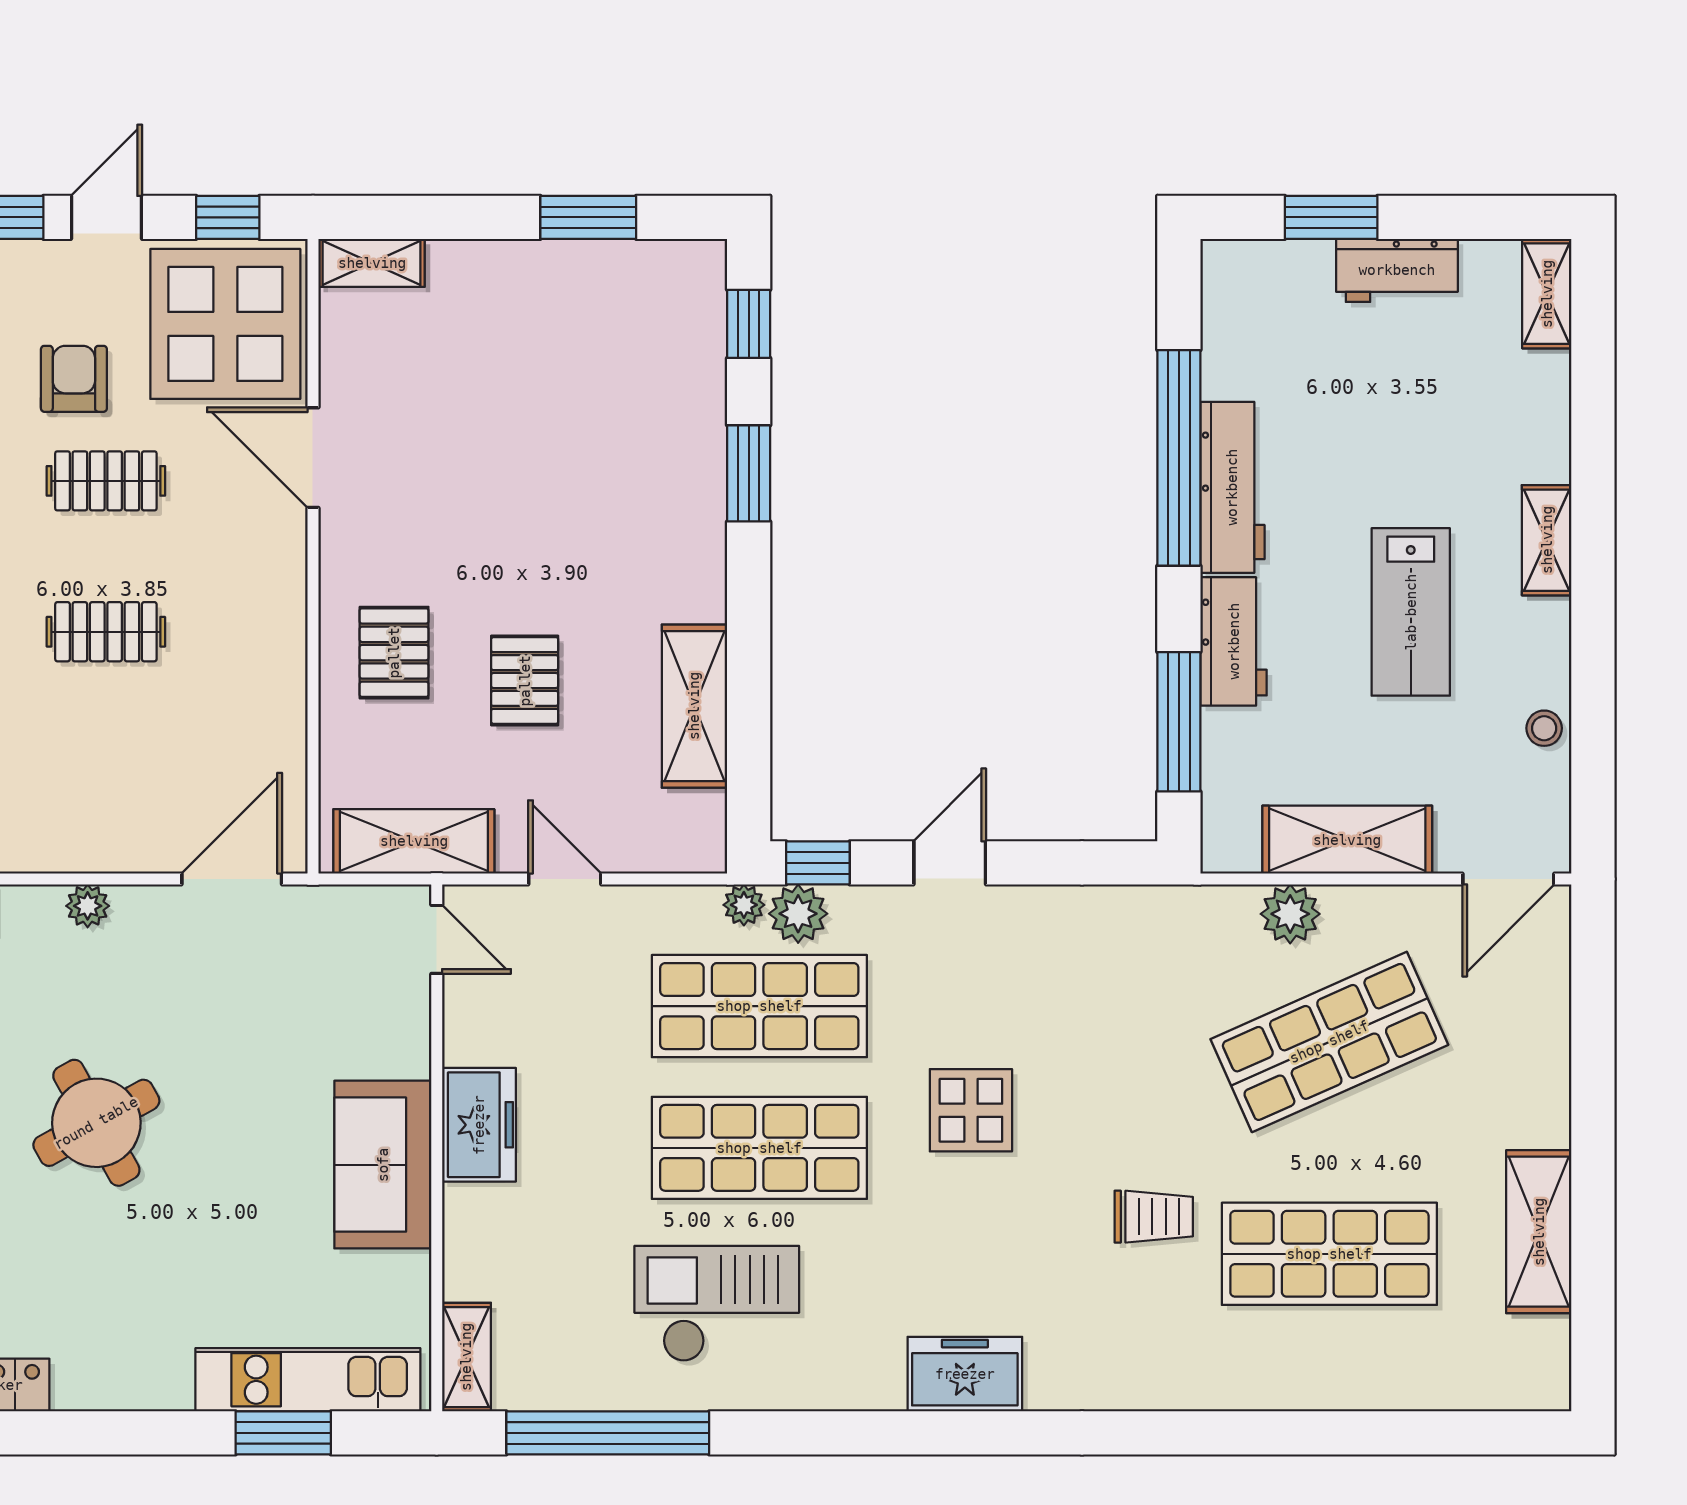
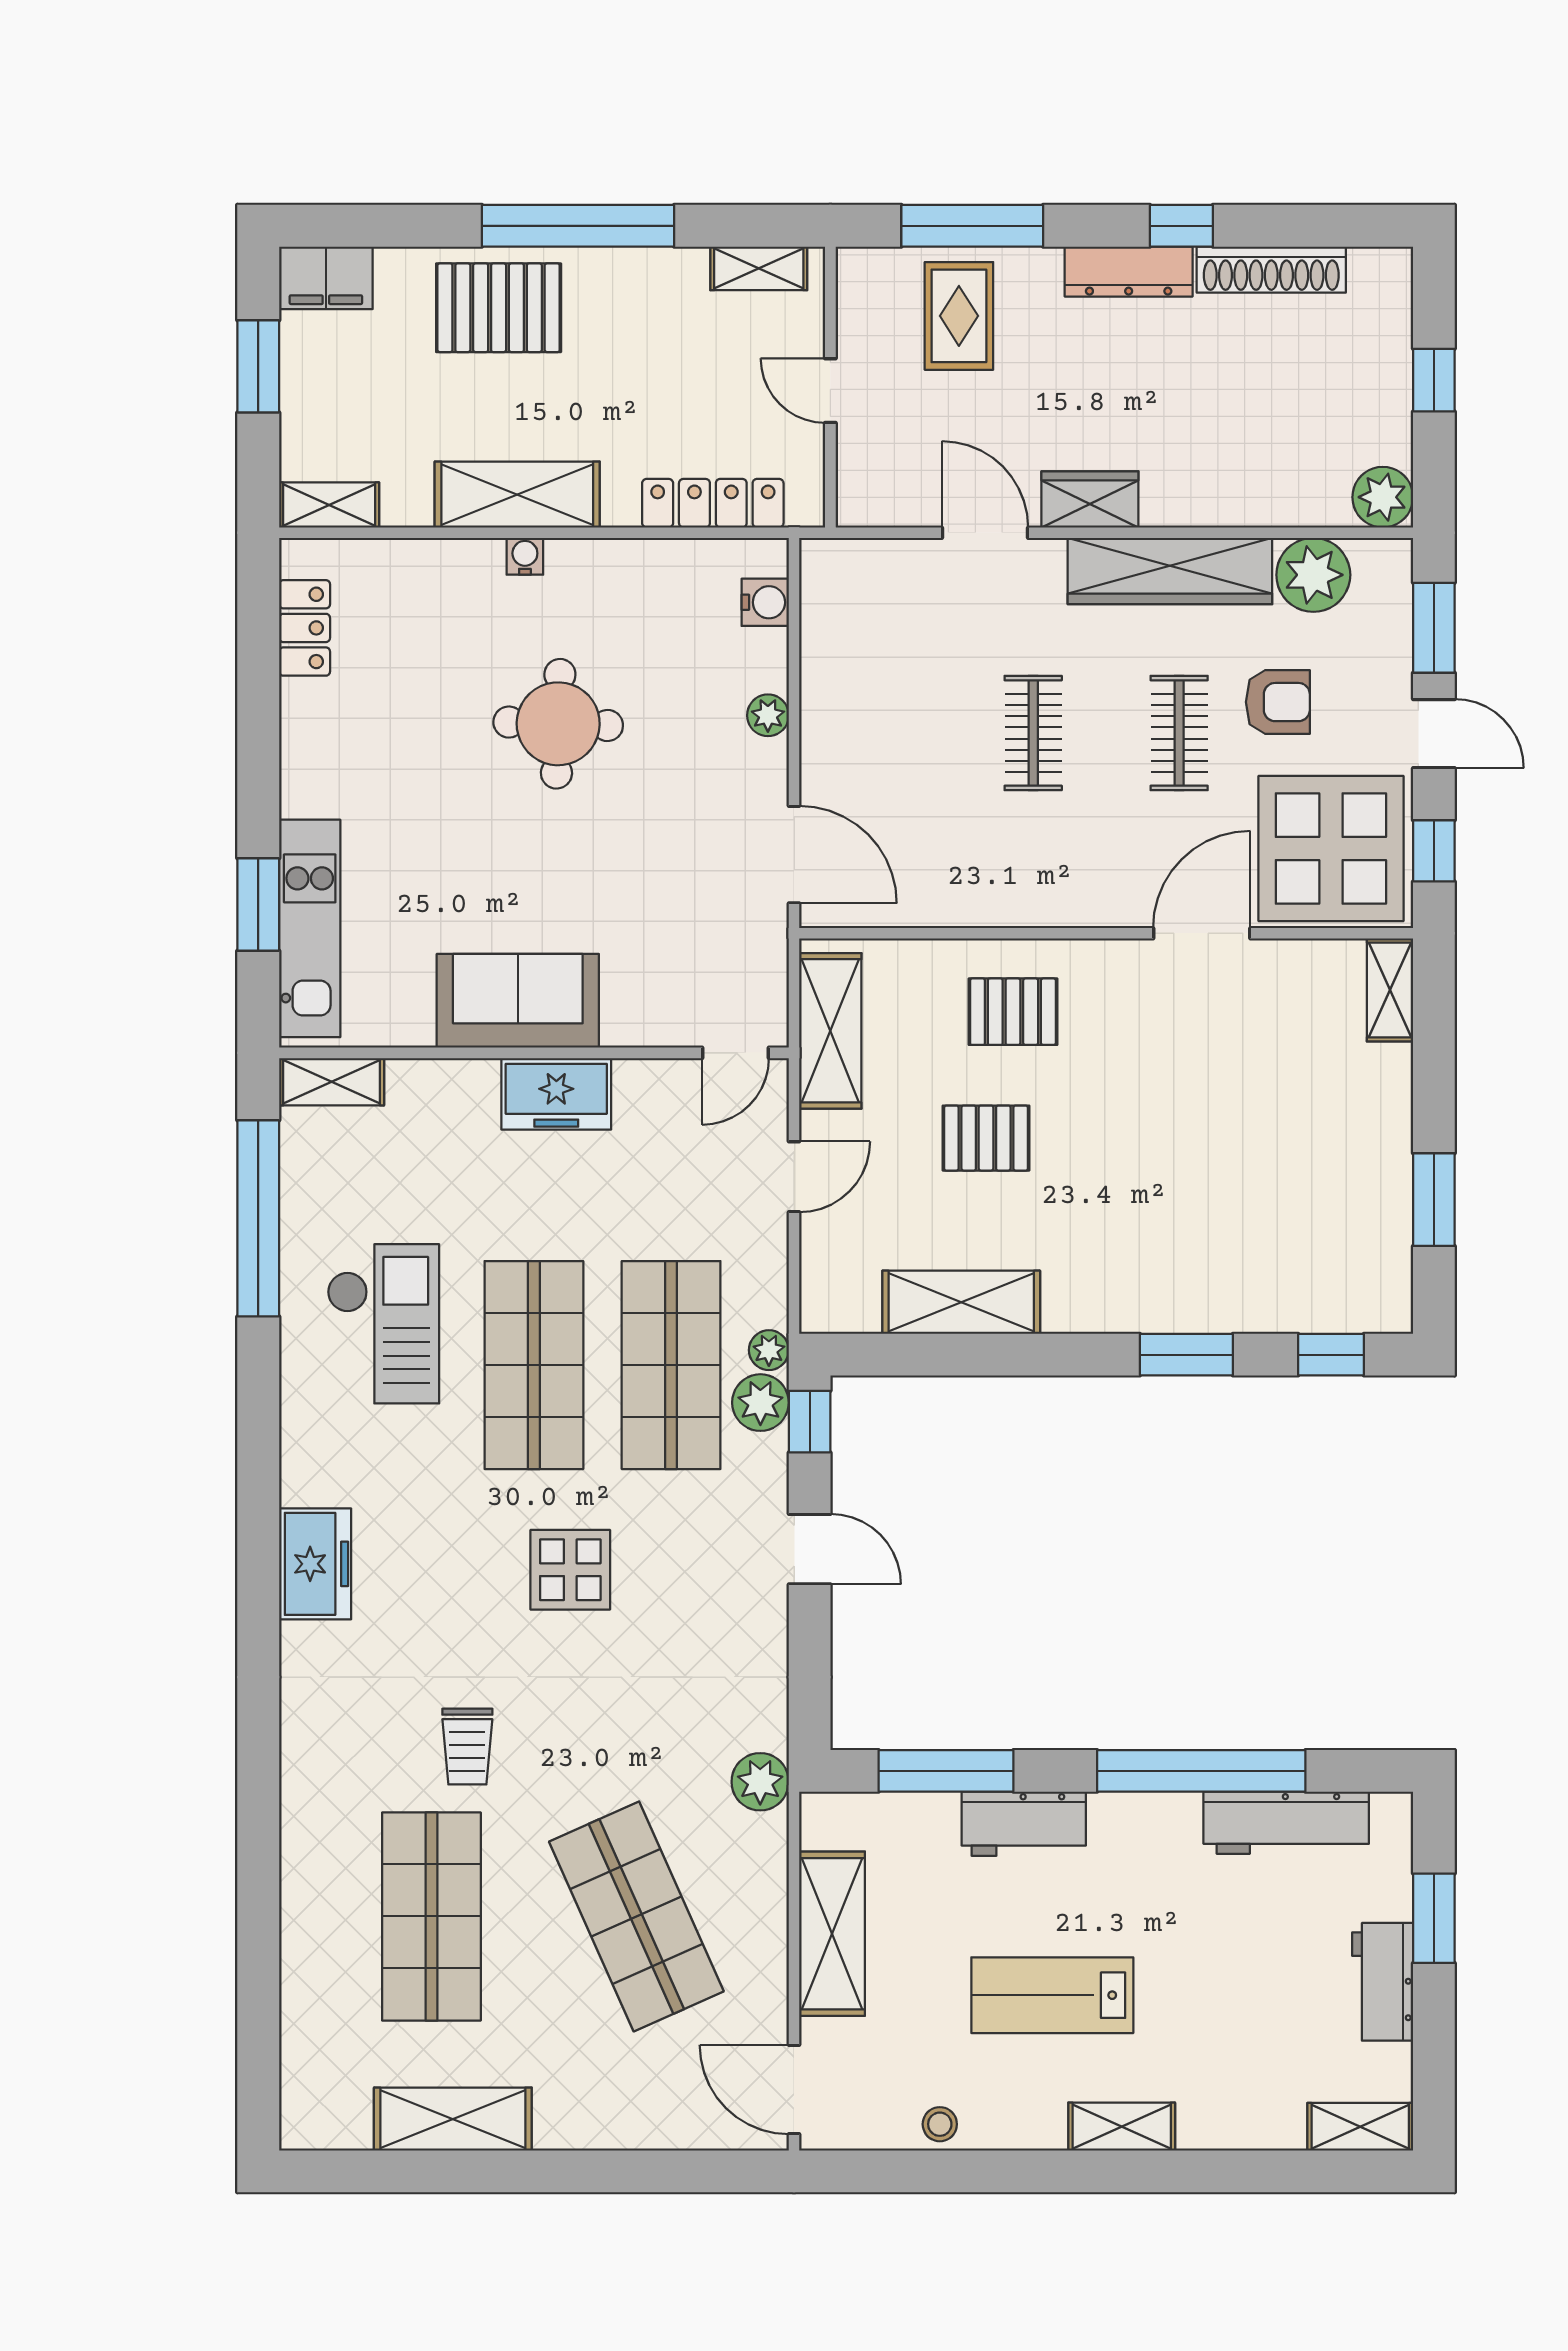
workbench: (1232, 487) -> (1286, 1823), moved
plant: (1290, 914) -> (760, 1782), moved
round table: (96, 1123) -> (558, 724), turned 31

